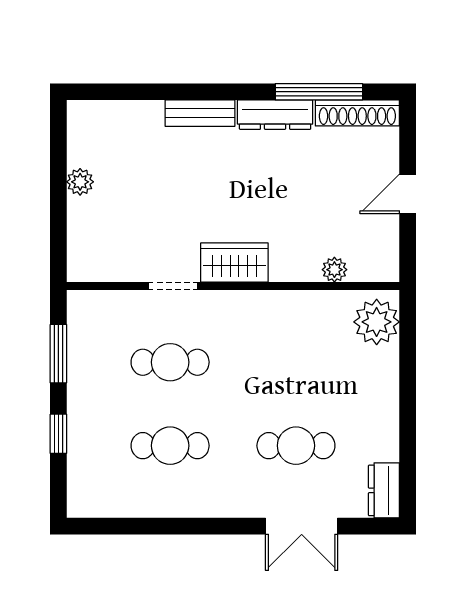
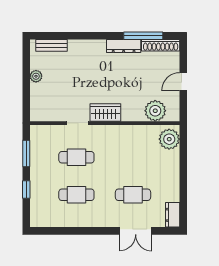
bench: (200, 113) -> (51, 45), moved
plant: (334, 270) -> (155, 111), width x1.87, depth x1.87

